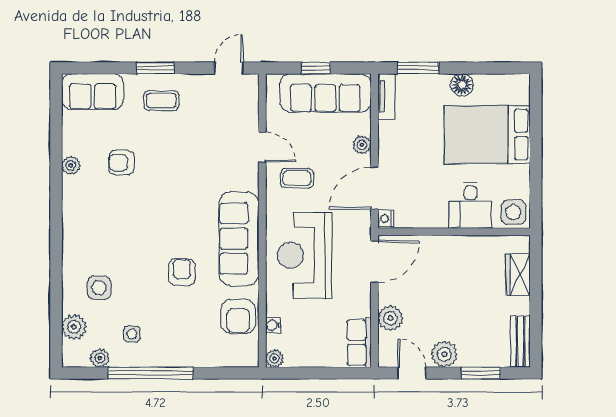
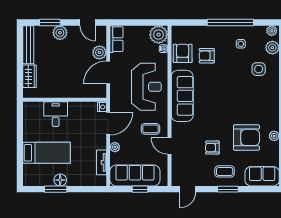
window: (418, 68) -> (56, 189), moved
tv unit: (387, 97) -> (101, 162), moved
bed: (487, 134) -> (46, 153), width x0.67
armchair: (184, 144) -> (212, 148), added
armchair: (121, 163) -> (246, 137), width x1.88, depth x1.88
side table: (513, 212) -> (32, 110), removed
door: (374, 262) -> (108, 72), moved
armchair: (182, 272) -> (207, 56), moved, turned 90
bench: (520, 342) -> (28, 45), width x1.36
plant: (444, 354) -> (60, 33), moved
plant: (100, 358) -> (272, 31), moved
plant: (274, 359) -> (159, 35), width x1.88, depth x1.88

